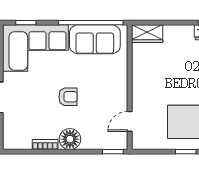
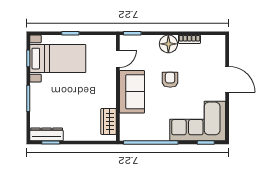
wardrobe: (147, 34) -> (109, 121), moved, turned -90
sofa: (95, 39) -> (132, 92), moved, turned 90
armchair: (68, 97) -> (170, 80), turned 90

